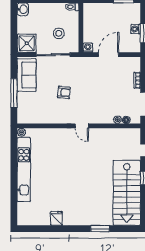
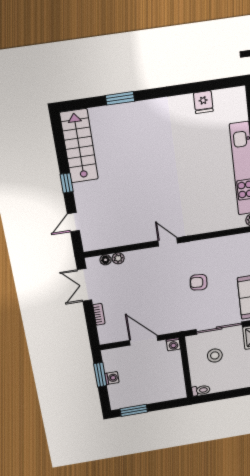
door: (109, 55) -> (144, 340), swing flipped
stairs: (127, 193) -> (79, 146), width x0.73, depth x0.66
fridge: (57, 218) -> (203, 102), moved

